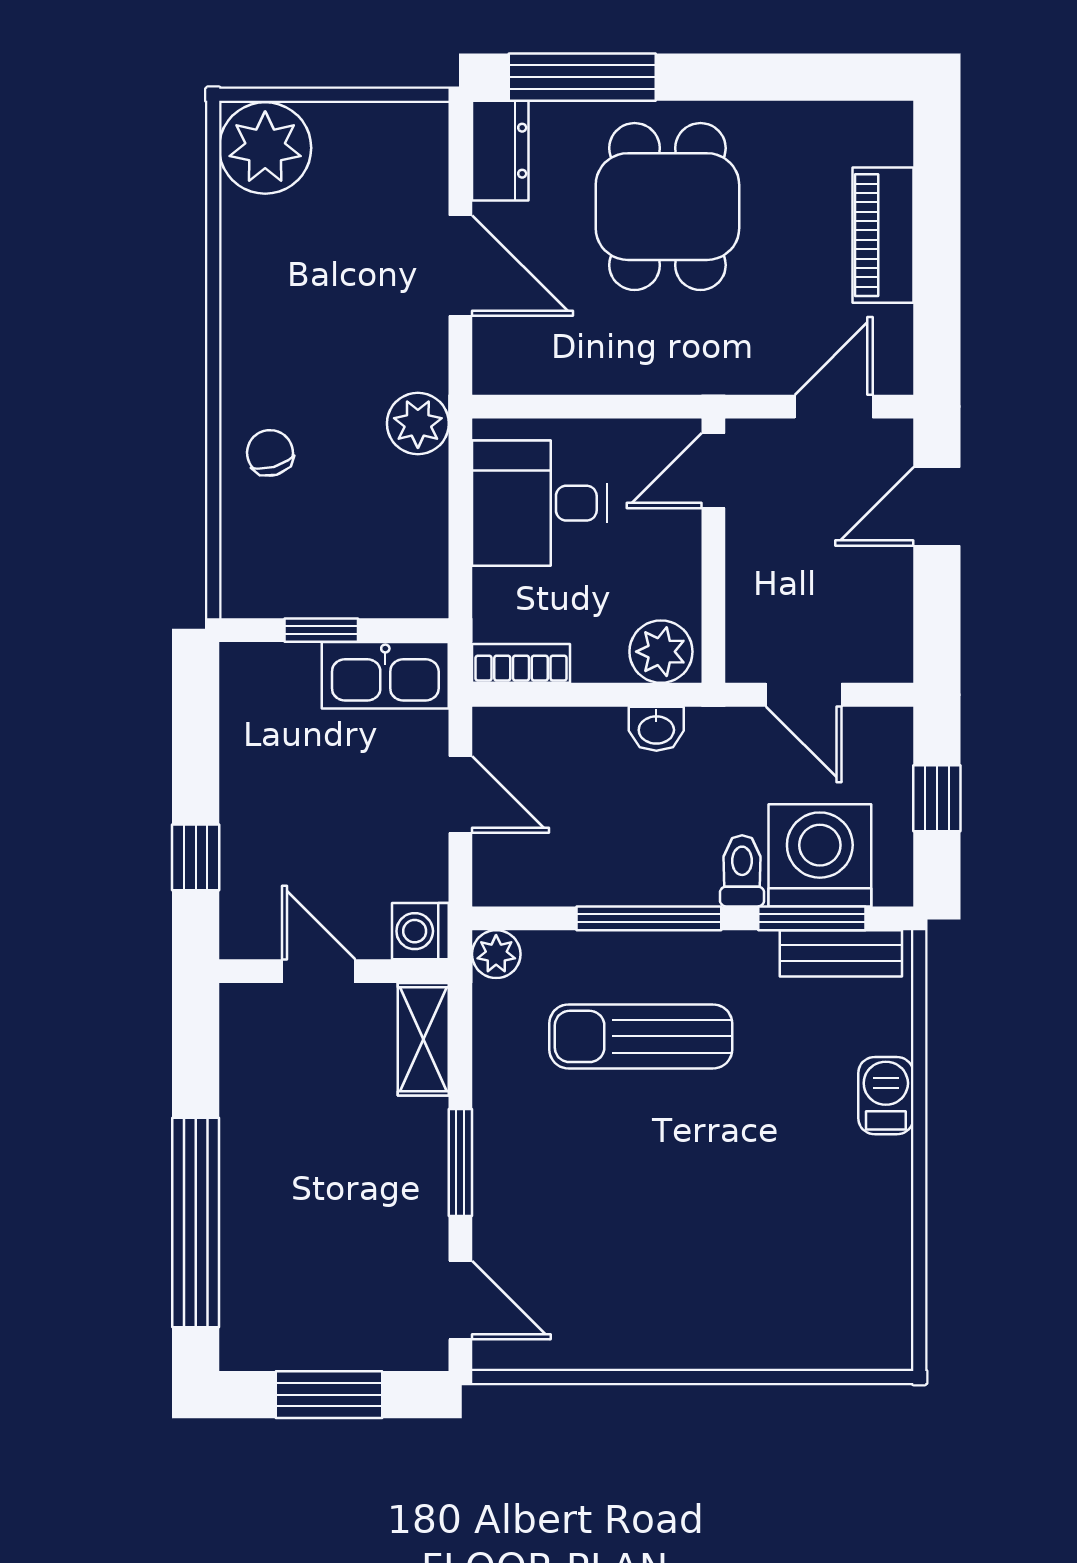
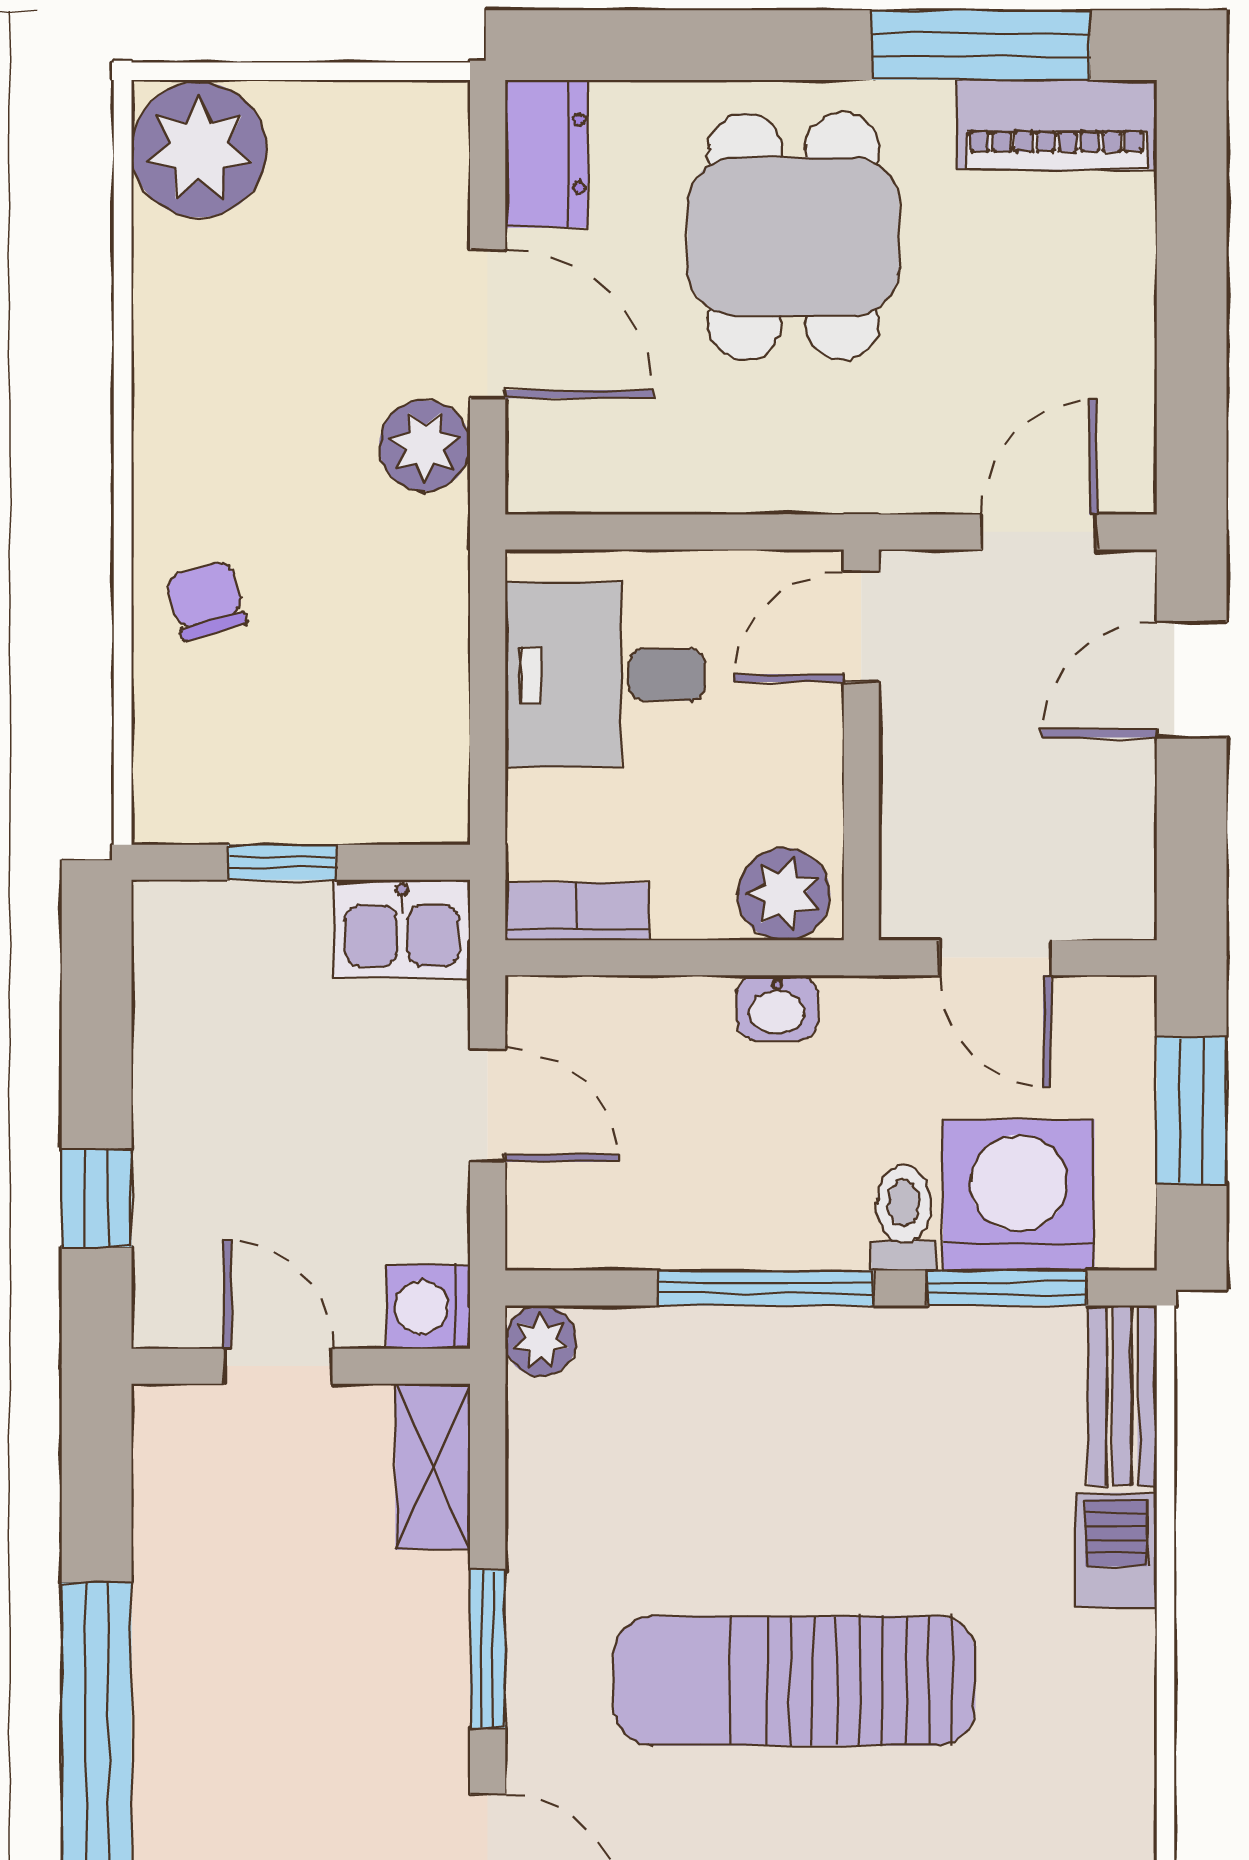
window: (582, 77) -> (981, 45), moved
piano: (883, 235) -> (1057, 125), moved, turned -90
plant: (418, 423) -> (425, 446), moved
kitchen sink: (385, 675) -> (402, 929), width x0.73
window: (937, 798) -> (1192, 1111), width x1.50
bench: (841, 953) -> (1122, 1396), moved, turned 90
sun lounger: (641, 1036) -> (795, 1681), moved, width x1.36, depth x1.34

